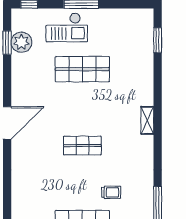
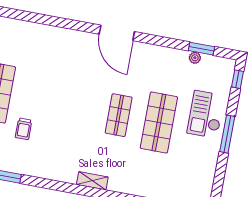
plant: (21, 42) -> (195, 58), width x0.53, depth x0.53
shop shelf: (82, 146) -> (119, 115), moved

